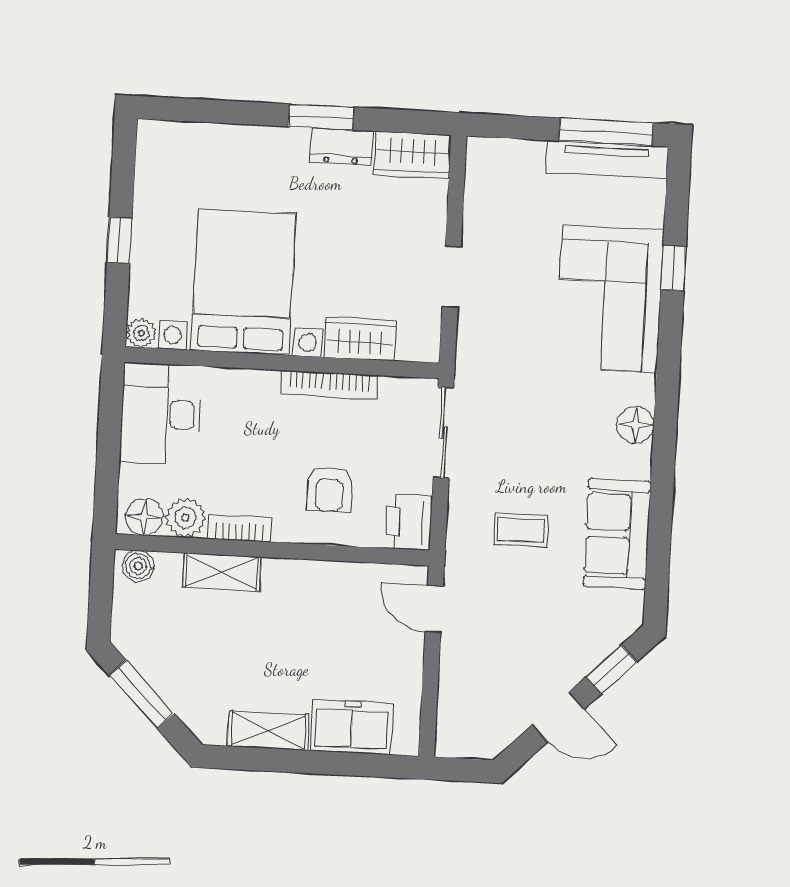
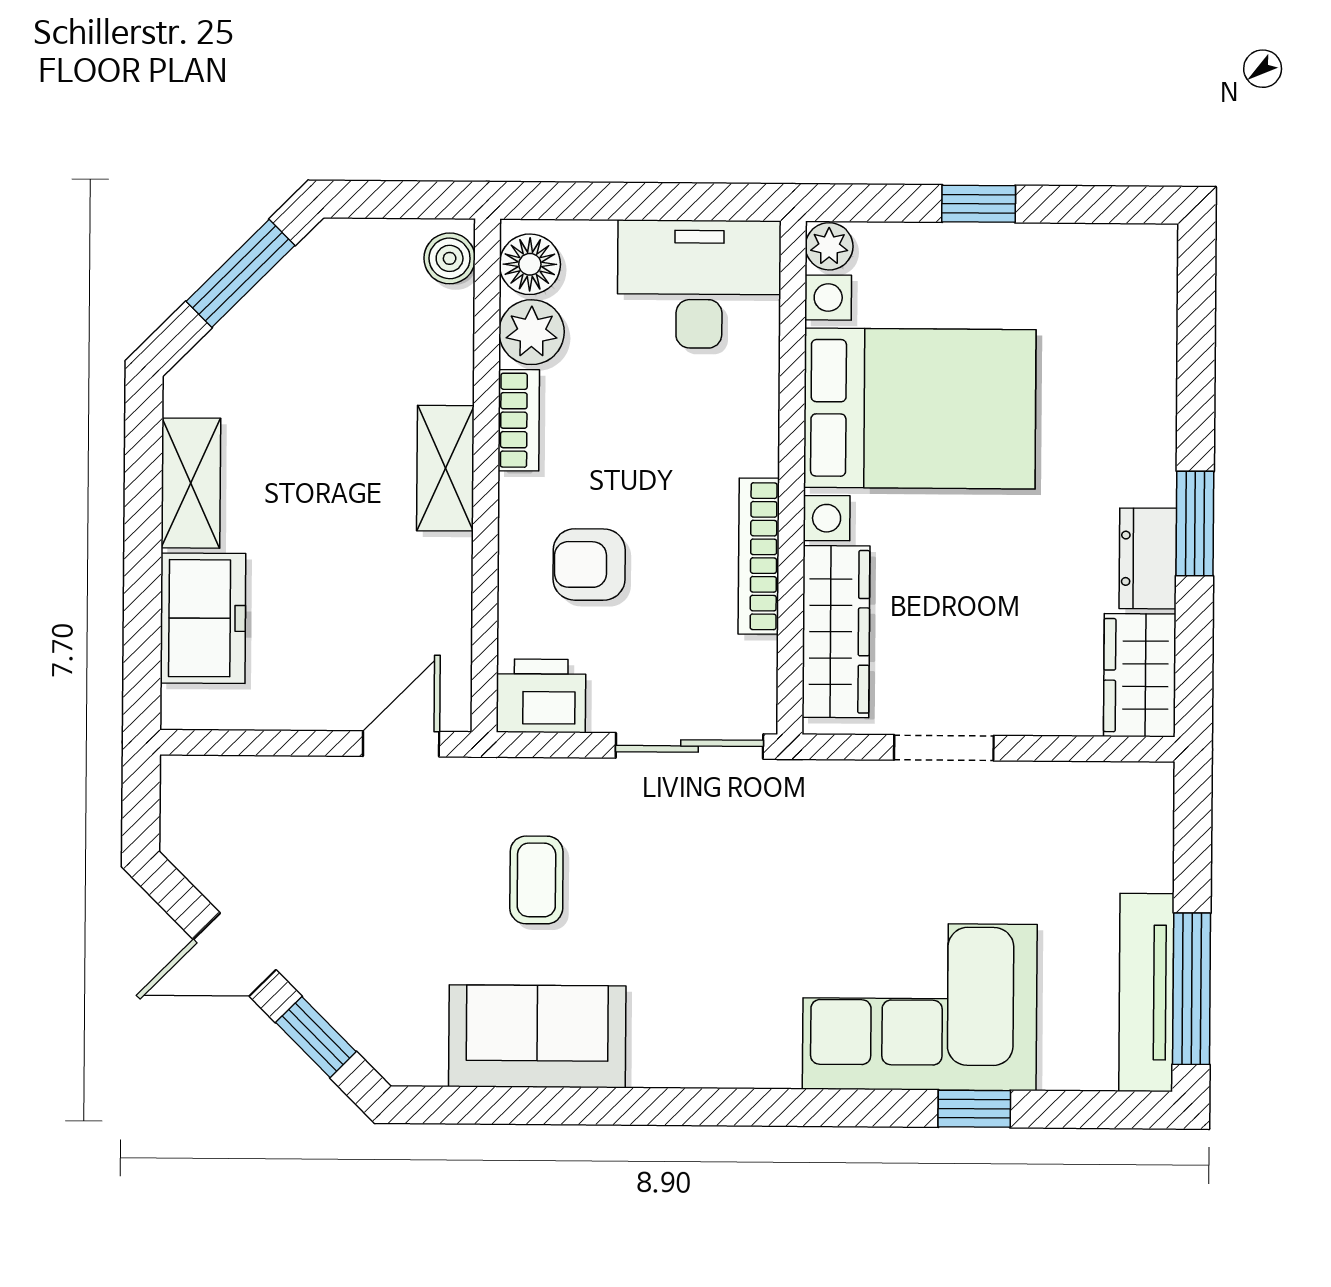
wardrobe: (360, 339) -> (836, 632), width x1.50
floor lamp: (635, 425) -> (716, 1058), removed
shelving: (222, 572) -> (445, 468), moved
door: (558, 717) -> (235, 955), hinge flipped

